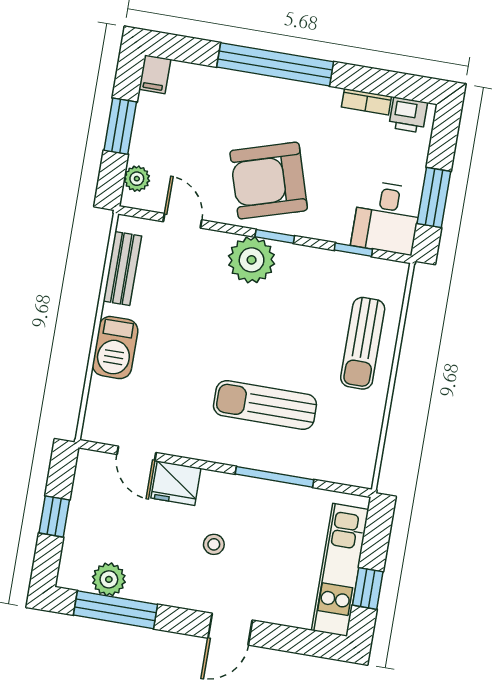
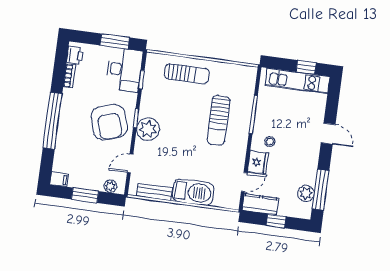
desk: (387, 218) -> (124, 70), width x1.37
barbecue: (115, 348) -> (193, 192), width x1.37, depth x1.21
kitchen counter: (90, 485) -> (260, 204), added
stool: (214, 544) -> (270, 142), moved

